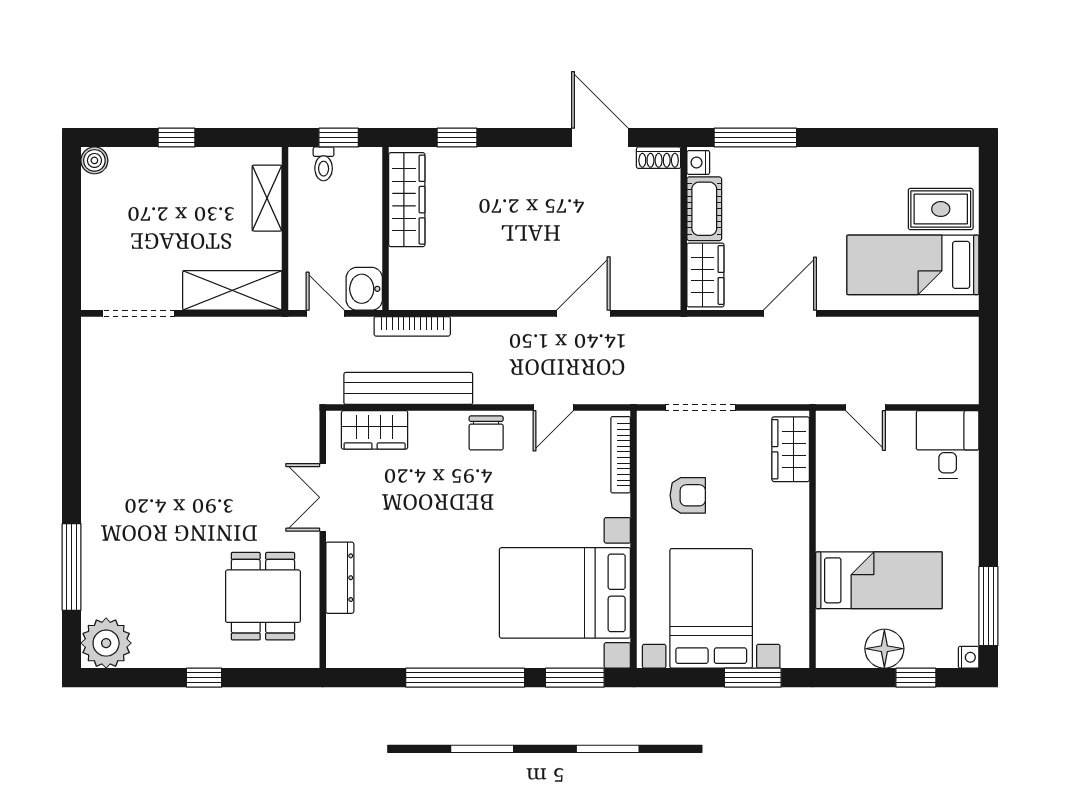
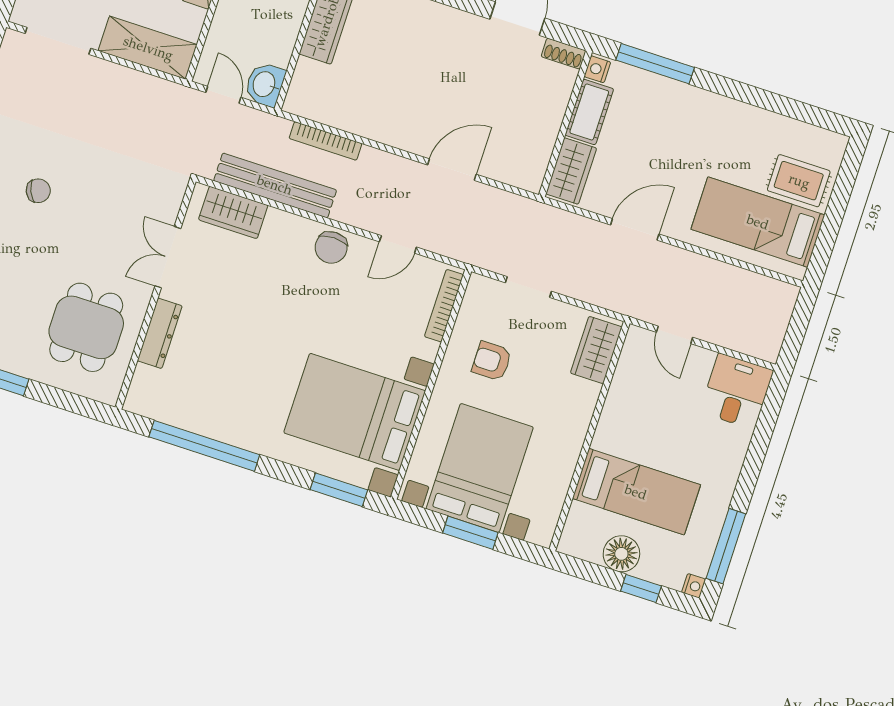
bookcase: (412, 326) -> (325, 141), moved
doorway: (701, 408) -> (528, 287), width x0.73
chair: (168, 473) -> (38, 191), added
armchair: (688, 495) -> (492, 361), turned 180
window: (465, 678) -> (204, 446), moved
window: (753, 678) -> (470, 533), moved

